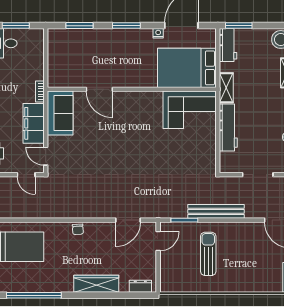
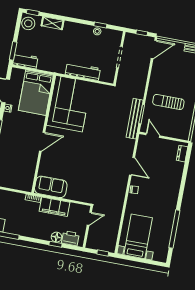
shelving: (226, 88) -> (55, 68), removed
door: (99, 89) -> (42, 142), moved
corner sofa: (190, 110) -> (69, 104), width x1.36, depth x1.36
door: (46, 156) -> (79, 203), removed
bench: (216, 211) -> (135, 119), moved
door: (128, 220) -> (132, 166), moved
wardrobe: (96, 284) -> (175, 184), removed

